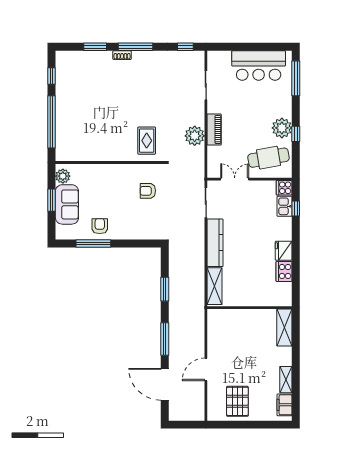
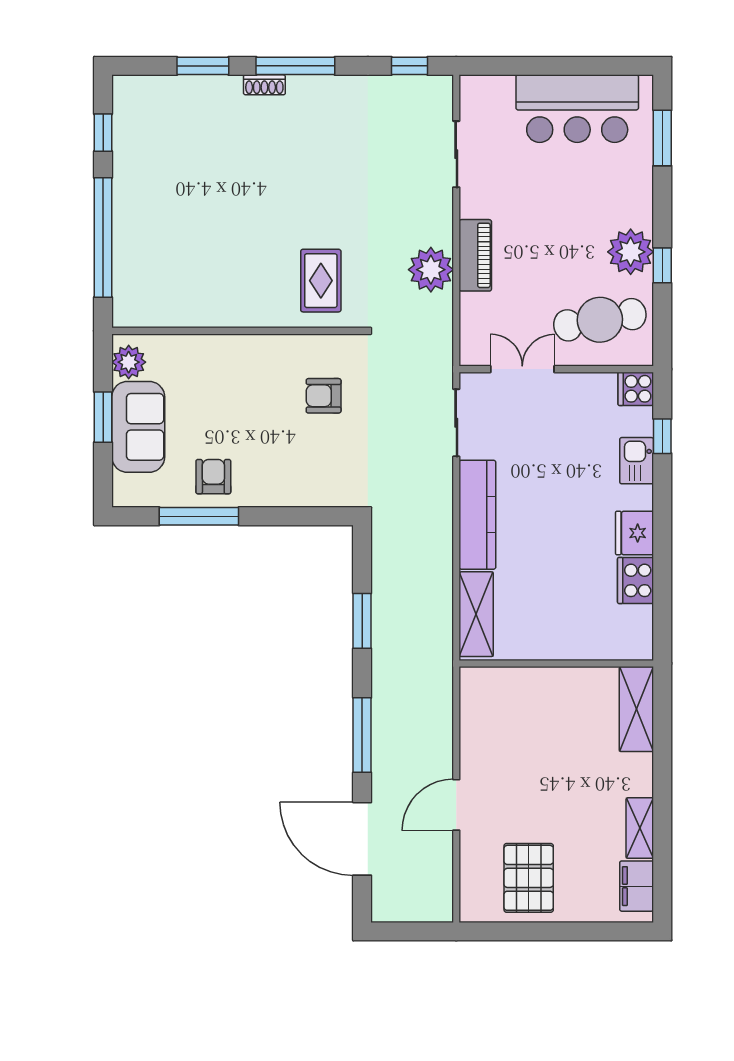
window: (296, 78) -> (662, 138), width x0.69
kitchen sink: (285, 206) -> (637, 461), moved

